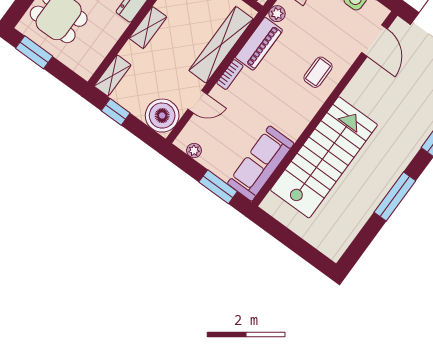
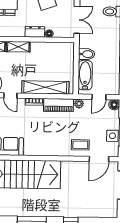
shelving: (148, 28) -> (18, 47), moved
coffee table: (318, 72) -> (80, 145), moved

